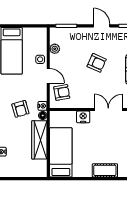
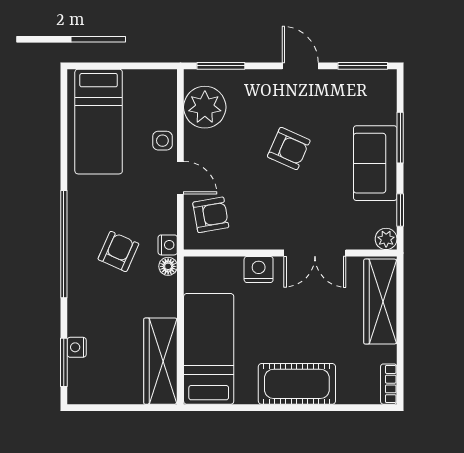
plant: (55, 49) -> (205, 107), width x1.87, depth x1.87
armchair: (20, 109) -> (118, 251), turned -140
double door: (108, 110) -> (315, 253), swing flipped
wardrobe: (39, 140) -> (161, 361), moved
cot: (105, 170) -> (297, 384), width x1.37, depth x1.34

